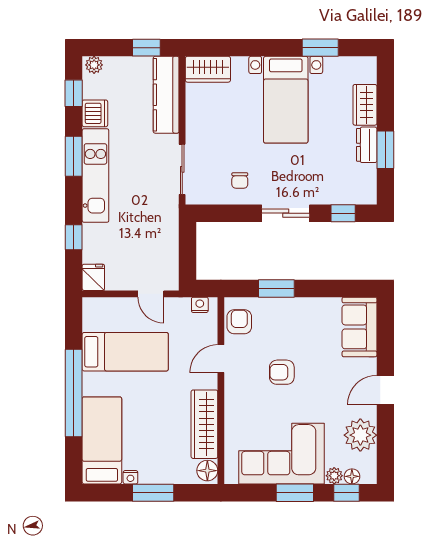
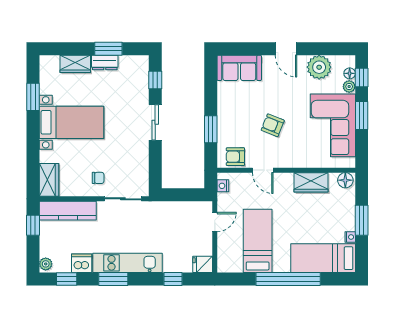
chair: (240, 180) -> (98, 178), moved
armchair: (282, 372) -> (273, 125), turned 112
wardrobe: (204, 424) -> (311, 182), width x0.67

